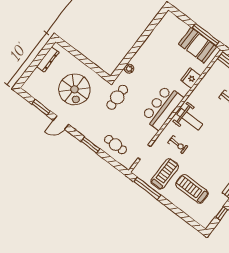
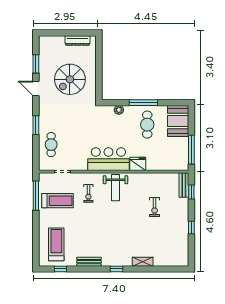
window: (138, 44) -> (143, 103), added
booth: (197, 45) -> (178, 121), moved
fridge: (191, 78) -> (138, 164), moved
cafe table: (117, 97) -> (147, 125), moved, turned 90
treadmill: (192, 189) -> (56, 244), moved

